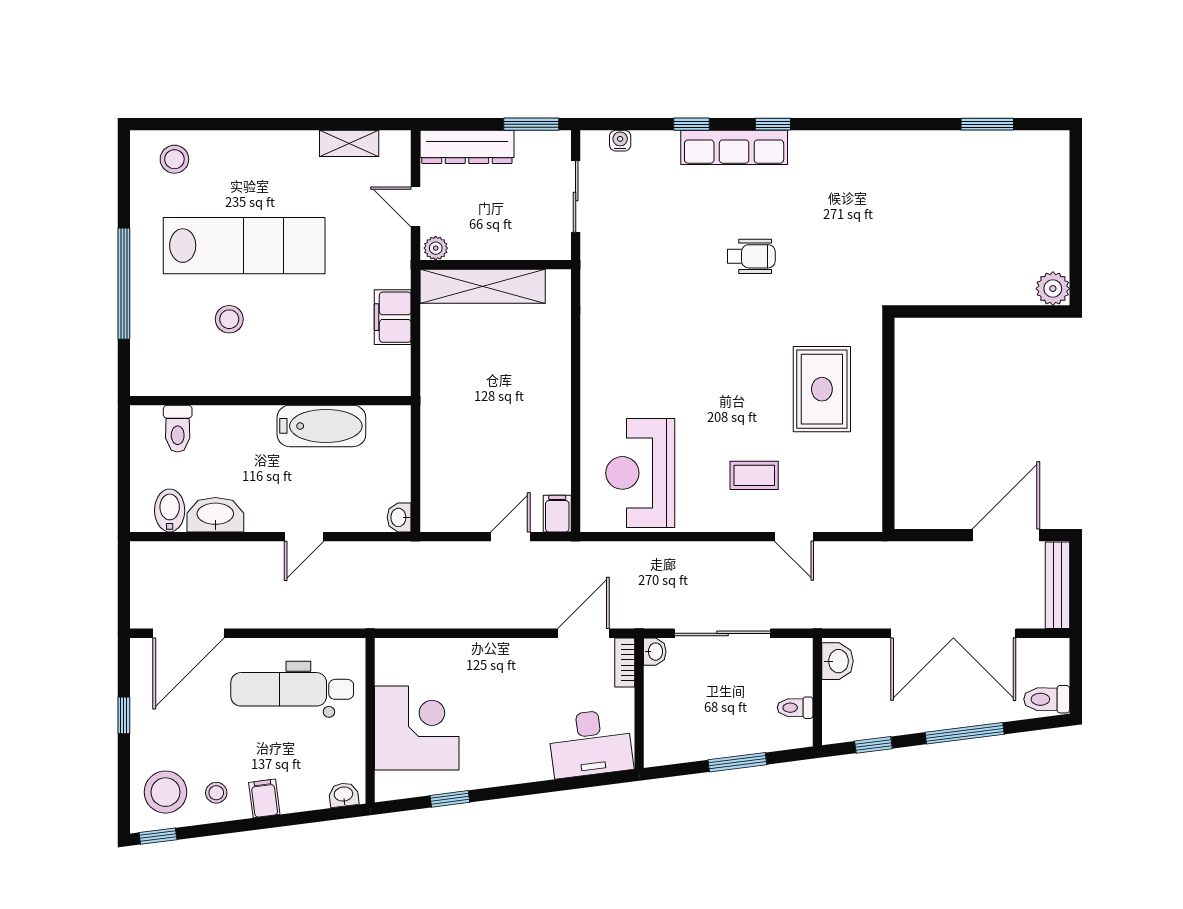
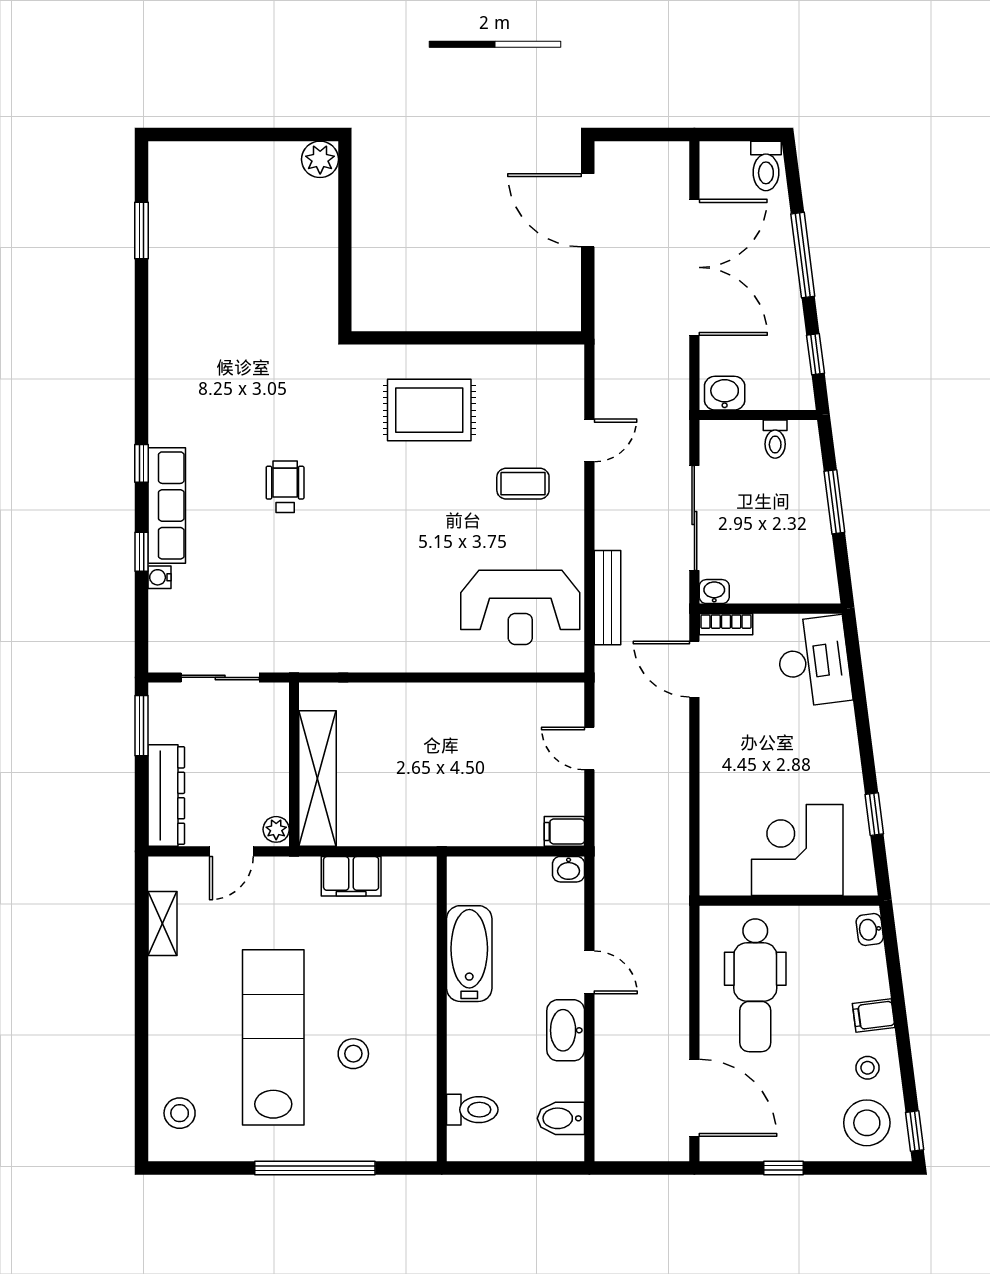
water cooler: (620, 141) -> (159, 577), moved
coffee table: (754, 475) -> (523, 484), turned 90
filing cabinet: (557, 514) -> (564, 831), moved
washbasin: (215, 515) -> (566, 1030), moved
bench: (1058, 585) -> (607, 598), moved, turned 90

